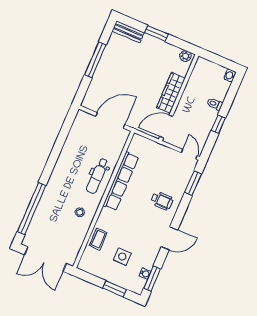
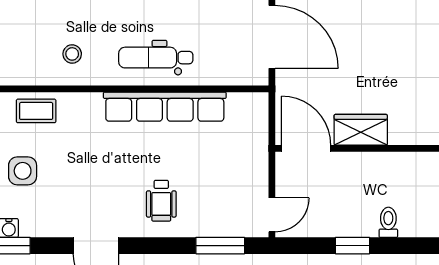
wardrobe: (171, 93) -> (361, 130), width x0.67

